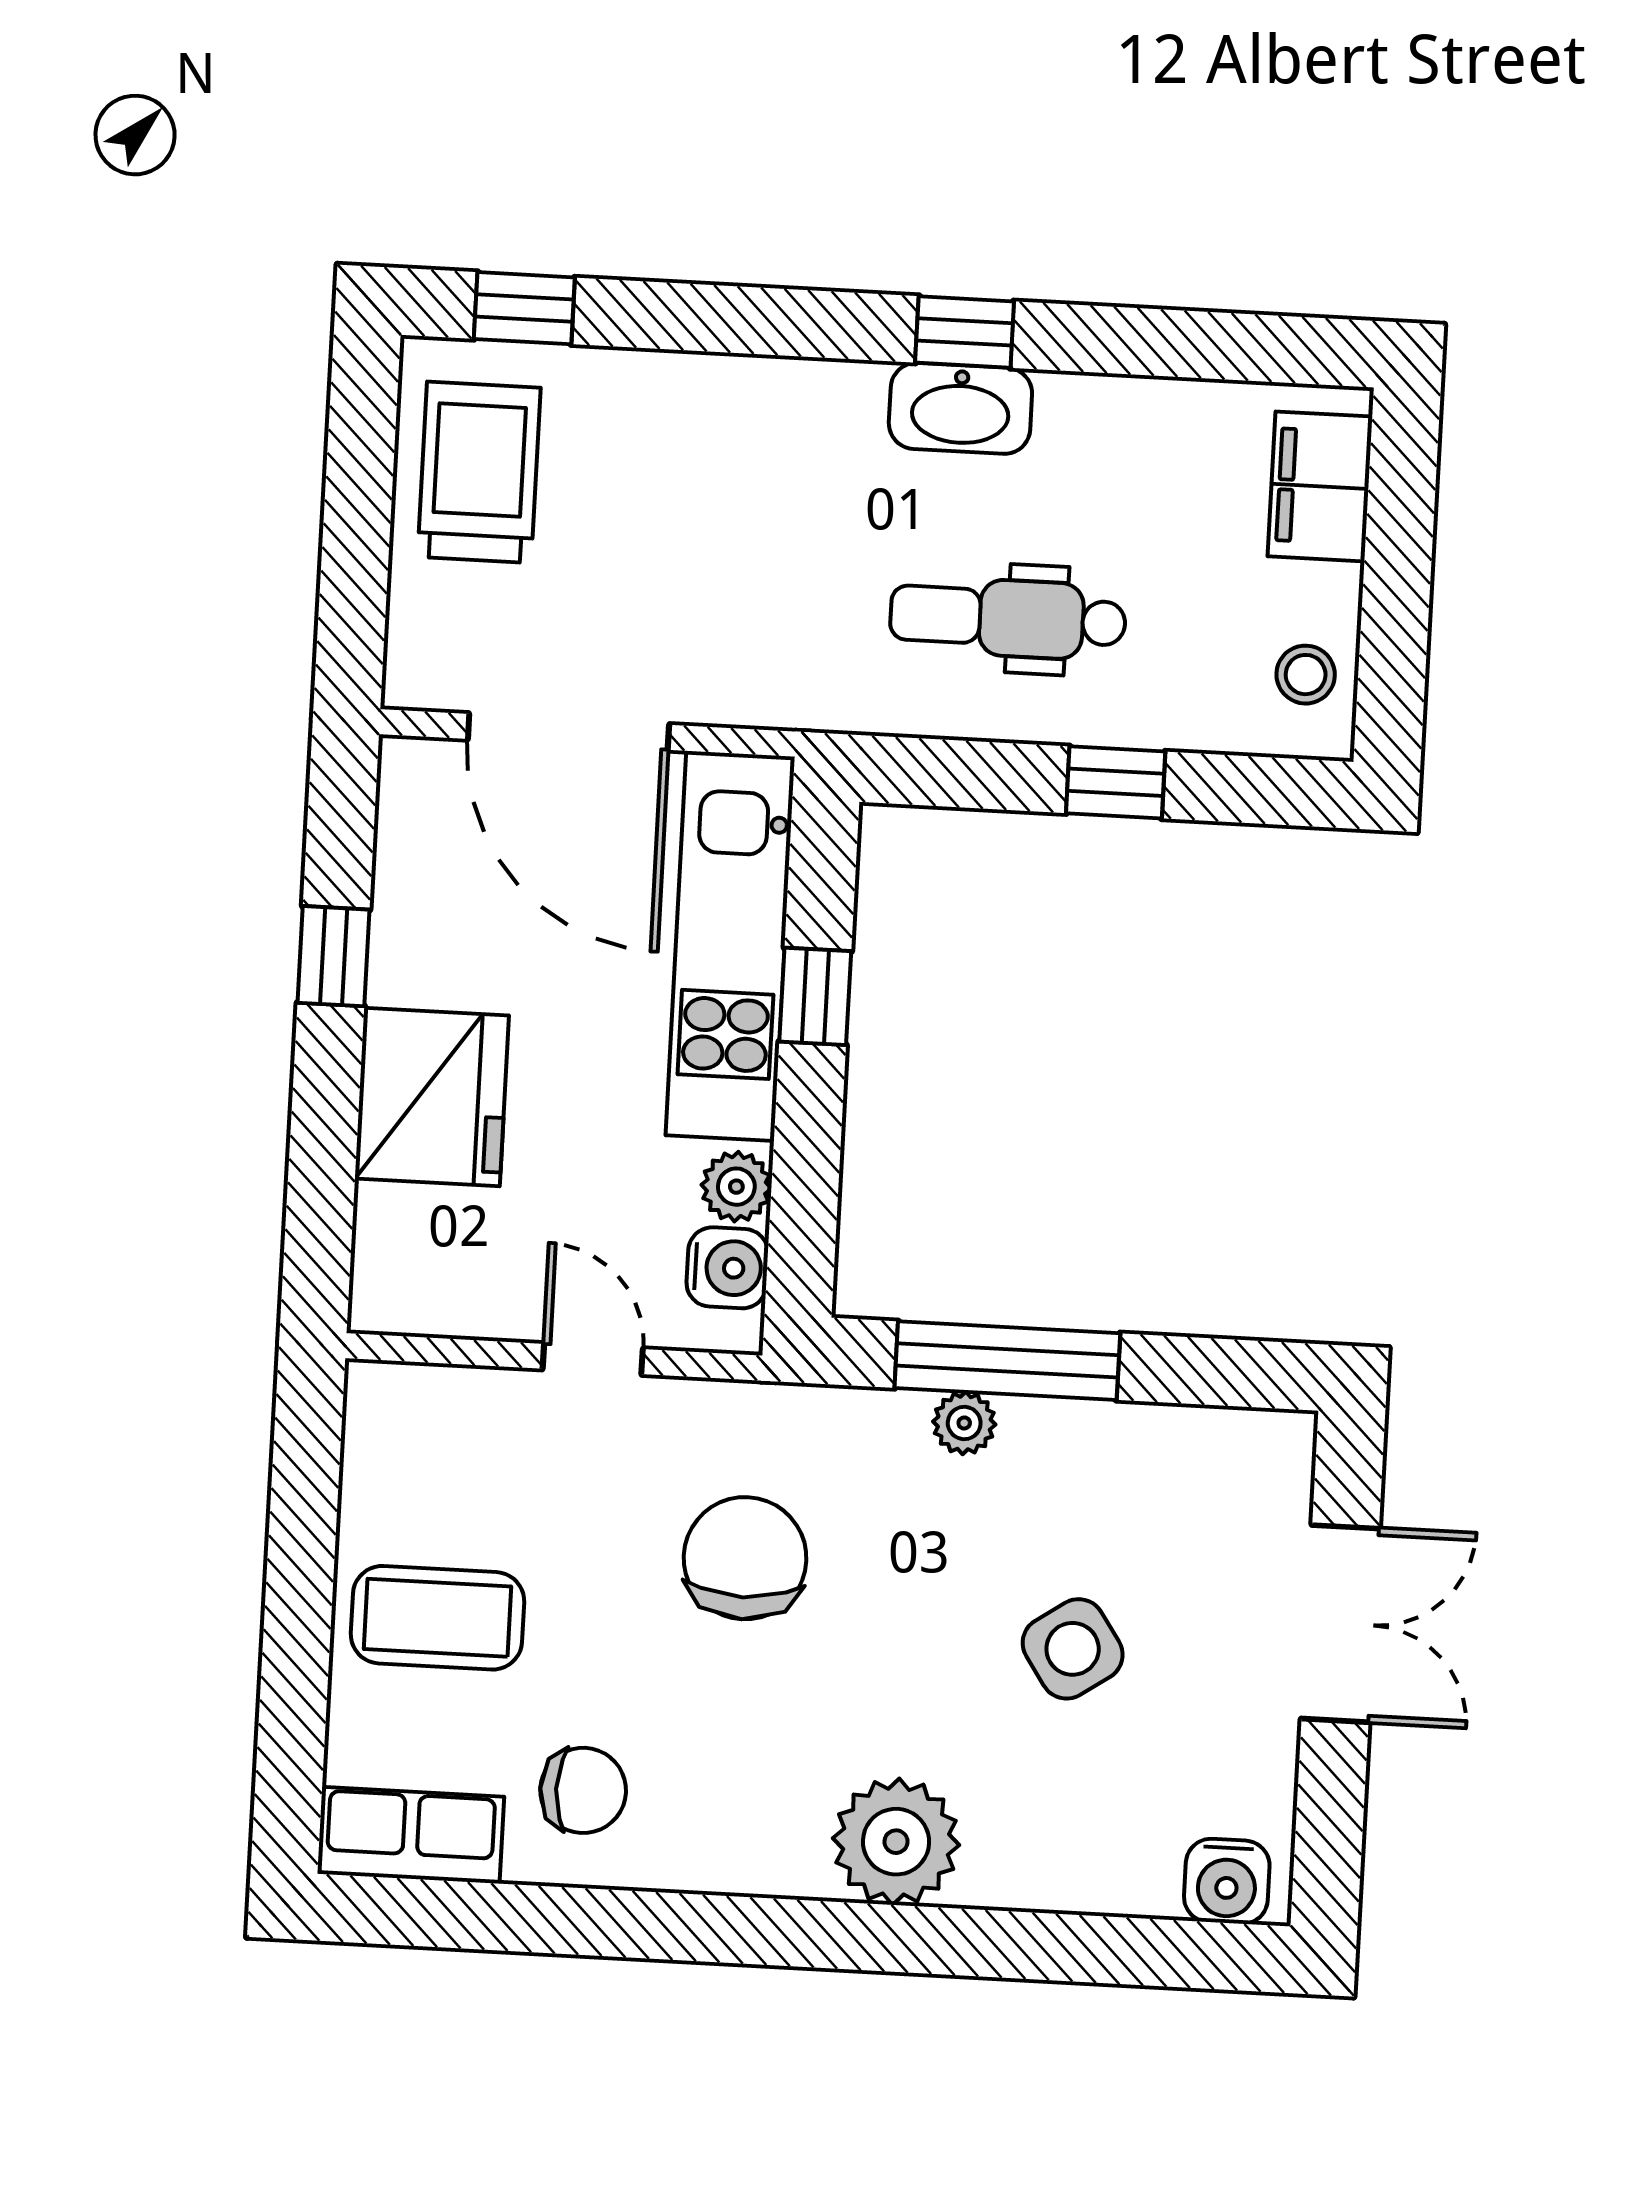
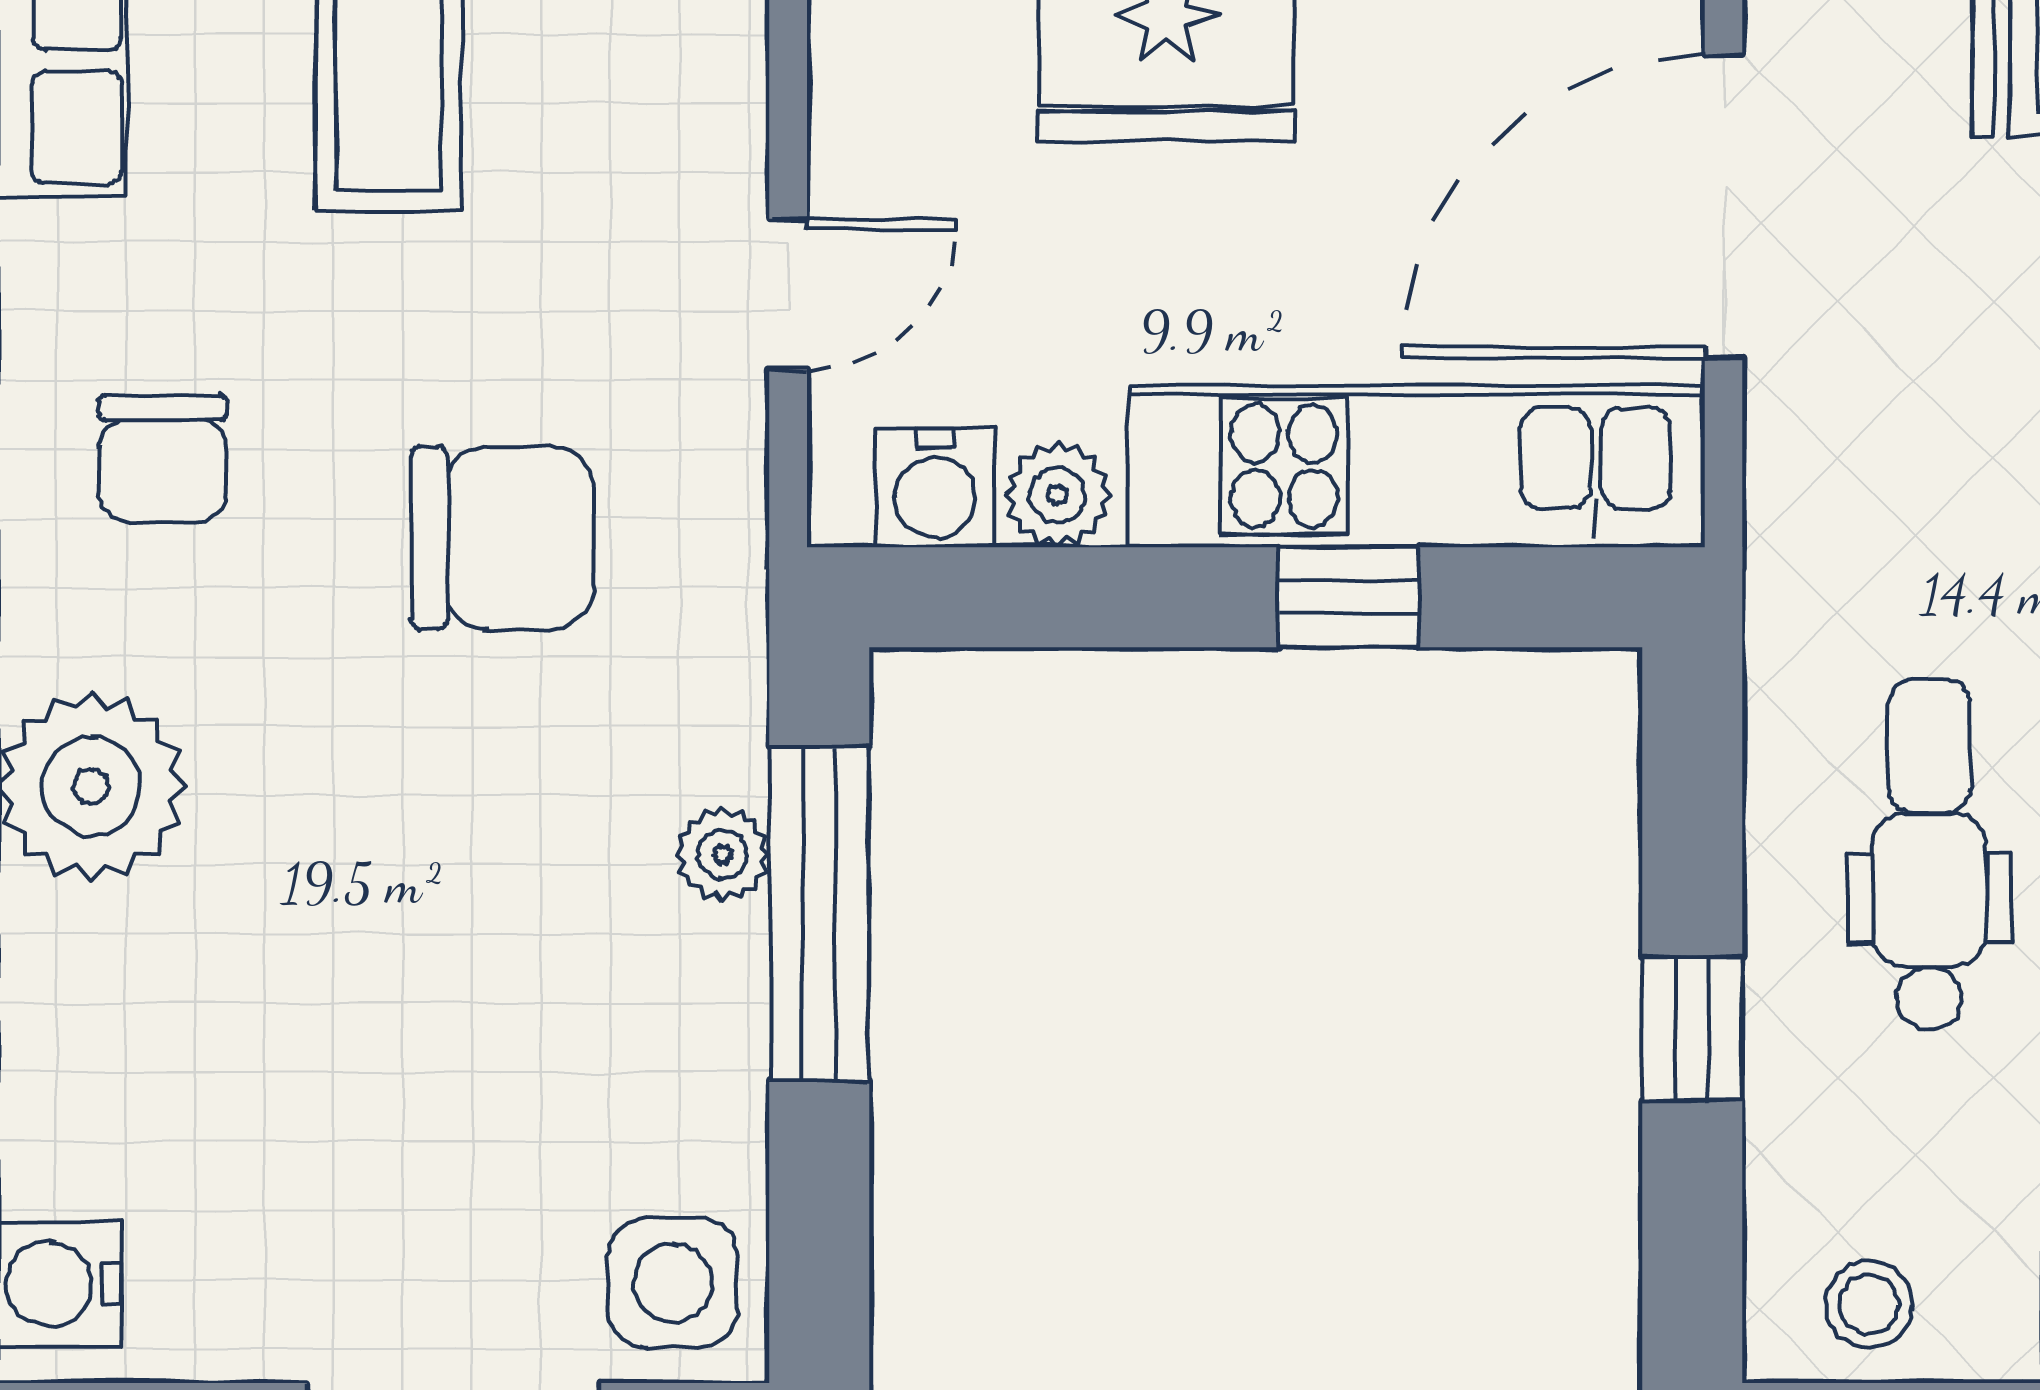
side table: (1073, 1649) -> (673, 1283), moved, turned 34
chair: (583, 1790) -> (163, 459), moved

